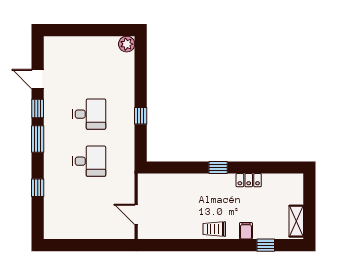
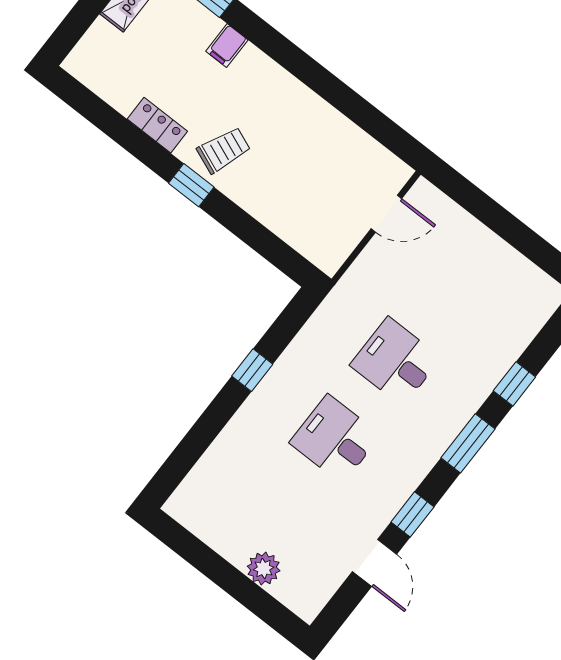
plant: (127, 44) -> (264, 568), moved
window: (38, 139) -> (468, 443), moved
door: (136, 214) -> (386, 214), hinge flipped
trolley: (214, 229) -> (224, 150), moved, turned -68

